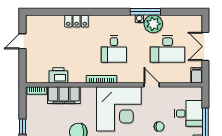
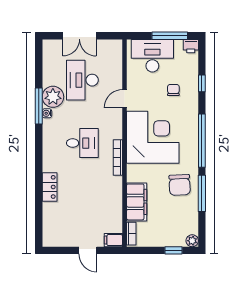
door: (22, 41) -> (88, 250), moved
desk: (168, 49) -> (82, 80), turned 180
printer: (58, 75) -> (113, 208), removed
filing cabinet: (197, 75) -> (113, 240), moved
desk: (188, 113) -> (152, 56), width x1.37

